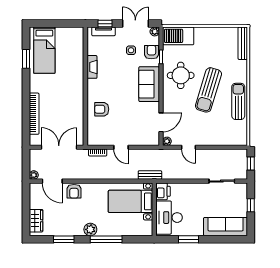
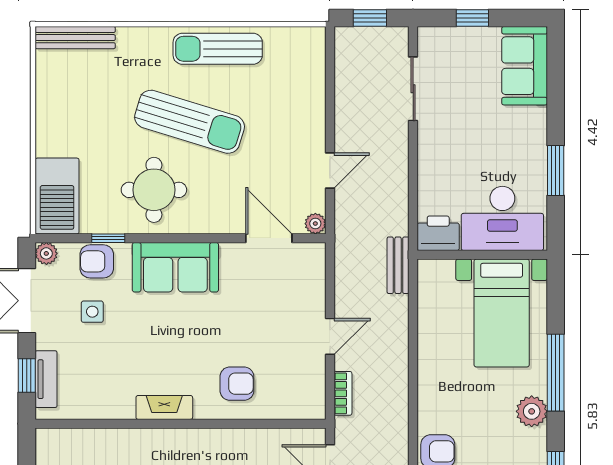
fireplace: (92, 67) -> (164, 407), moved
armchair: (102, 109) -> (237, 384), turned -90
bed with nightstands: (130, 201) -> (502, 313), moved
sofa: (226, 227) -> (525, 66), width x0.73

